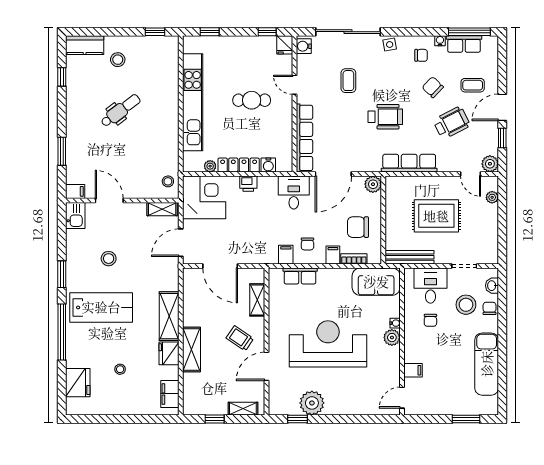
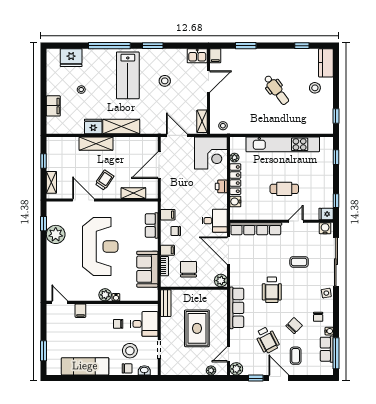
cafe table: (252, 100) -> (284, 189), turned 90
bench: (409, 257) -> (166, 303), width x0.73
sofa: (376, 282) -> (147, 269), moved
filing cabinet: (170, 394) -> (53, 106), moved, turned 90

